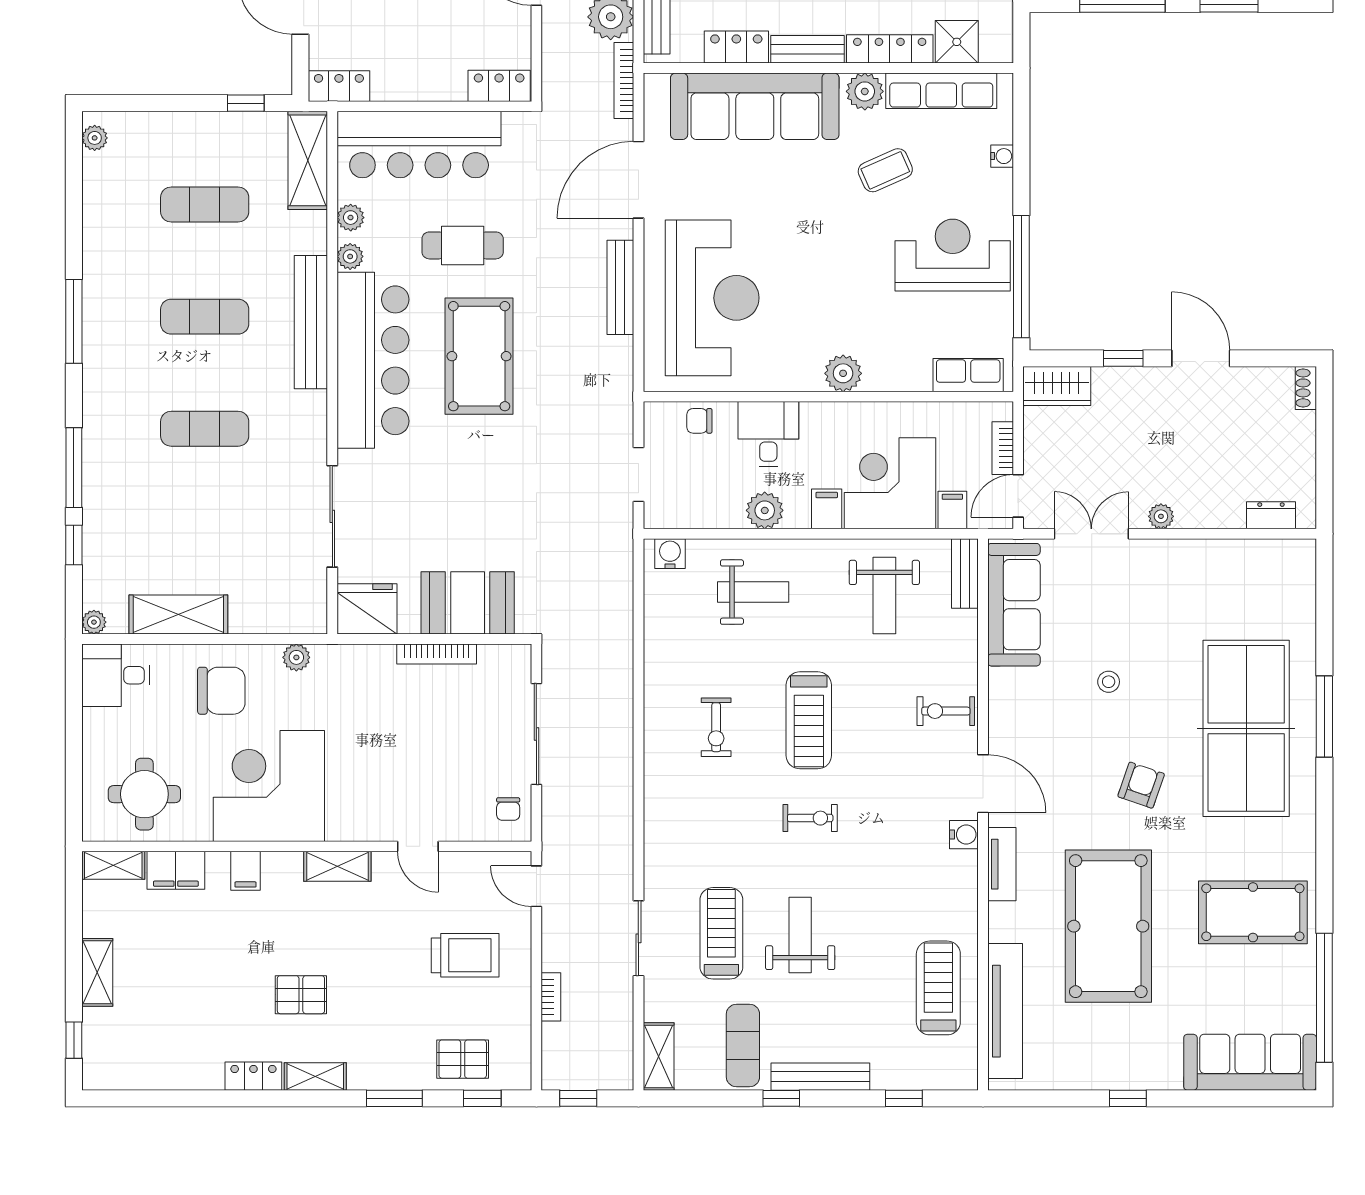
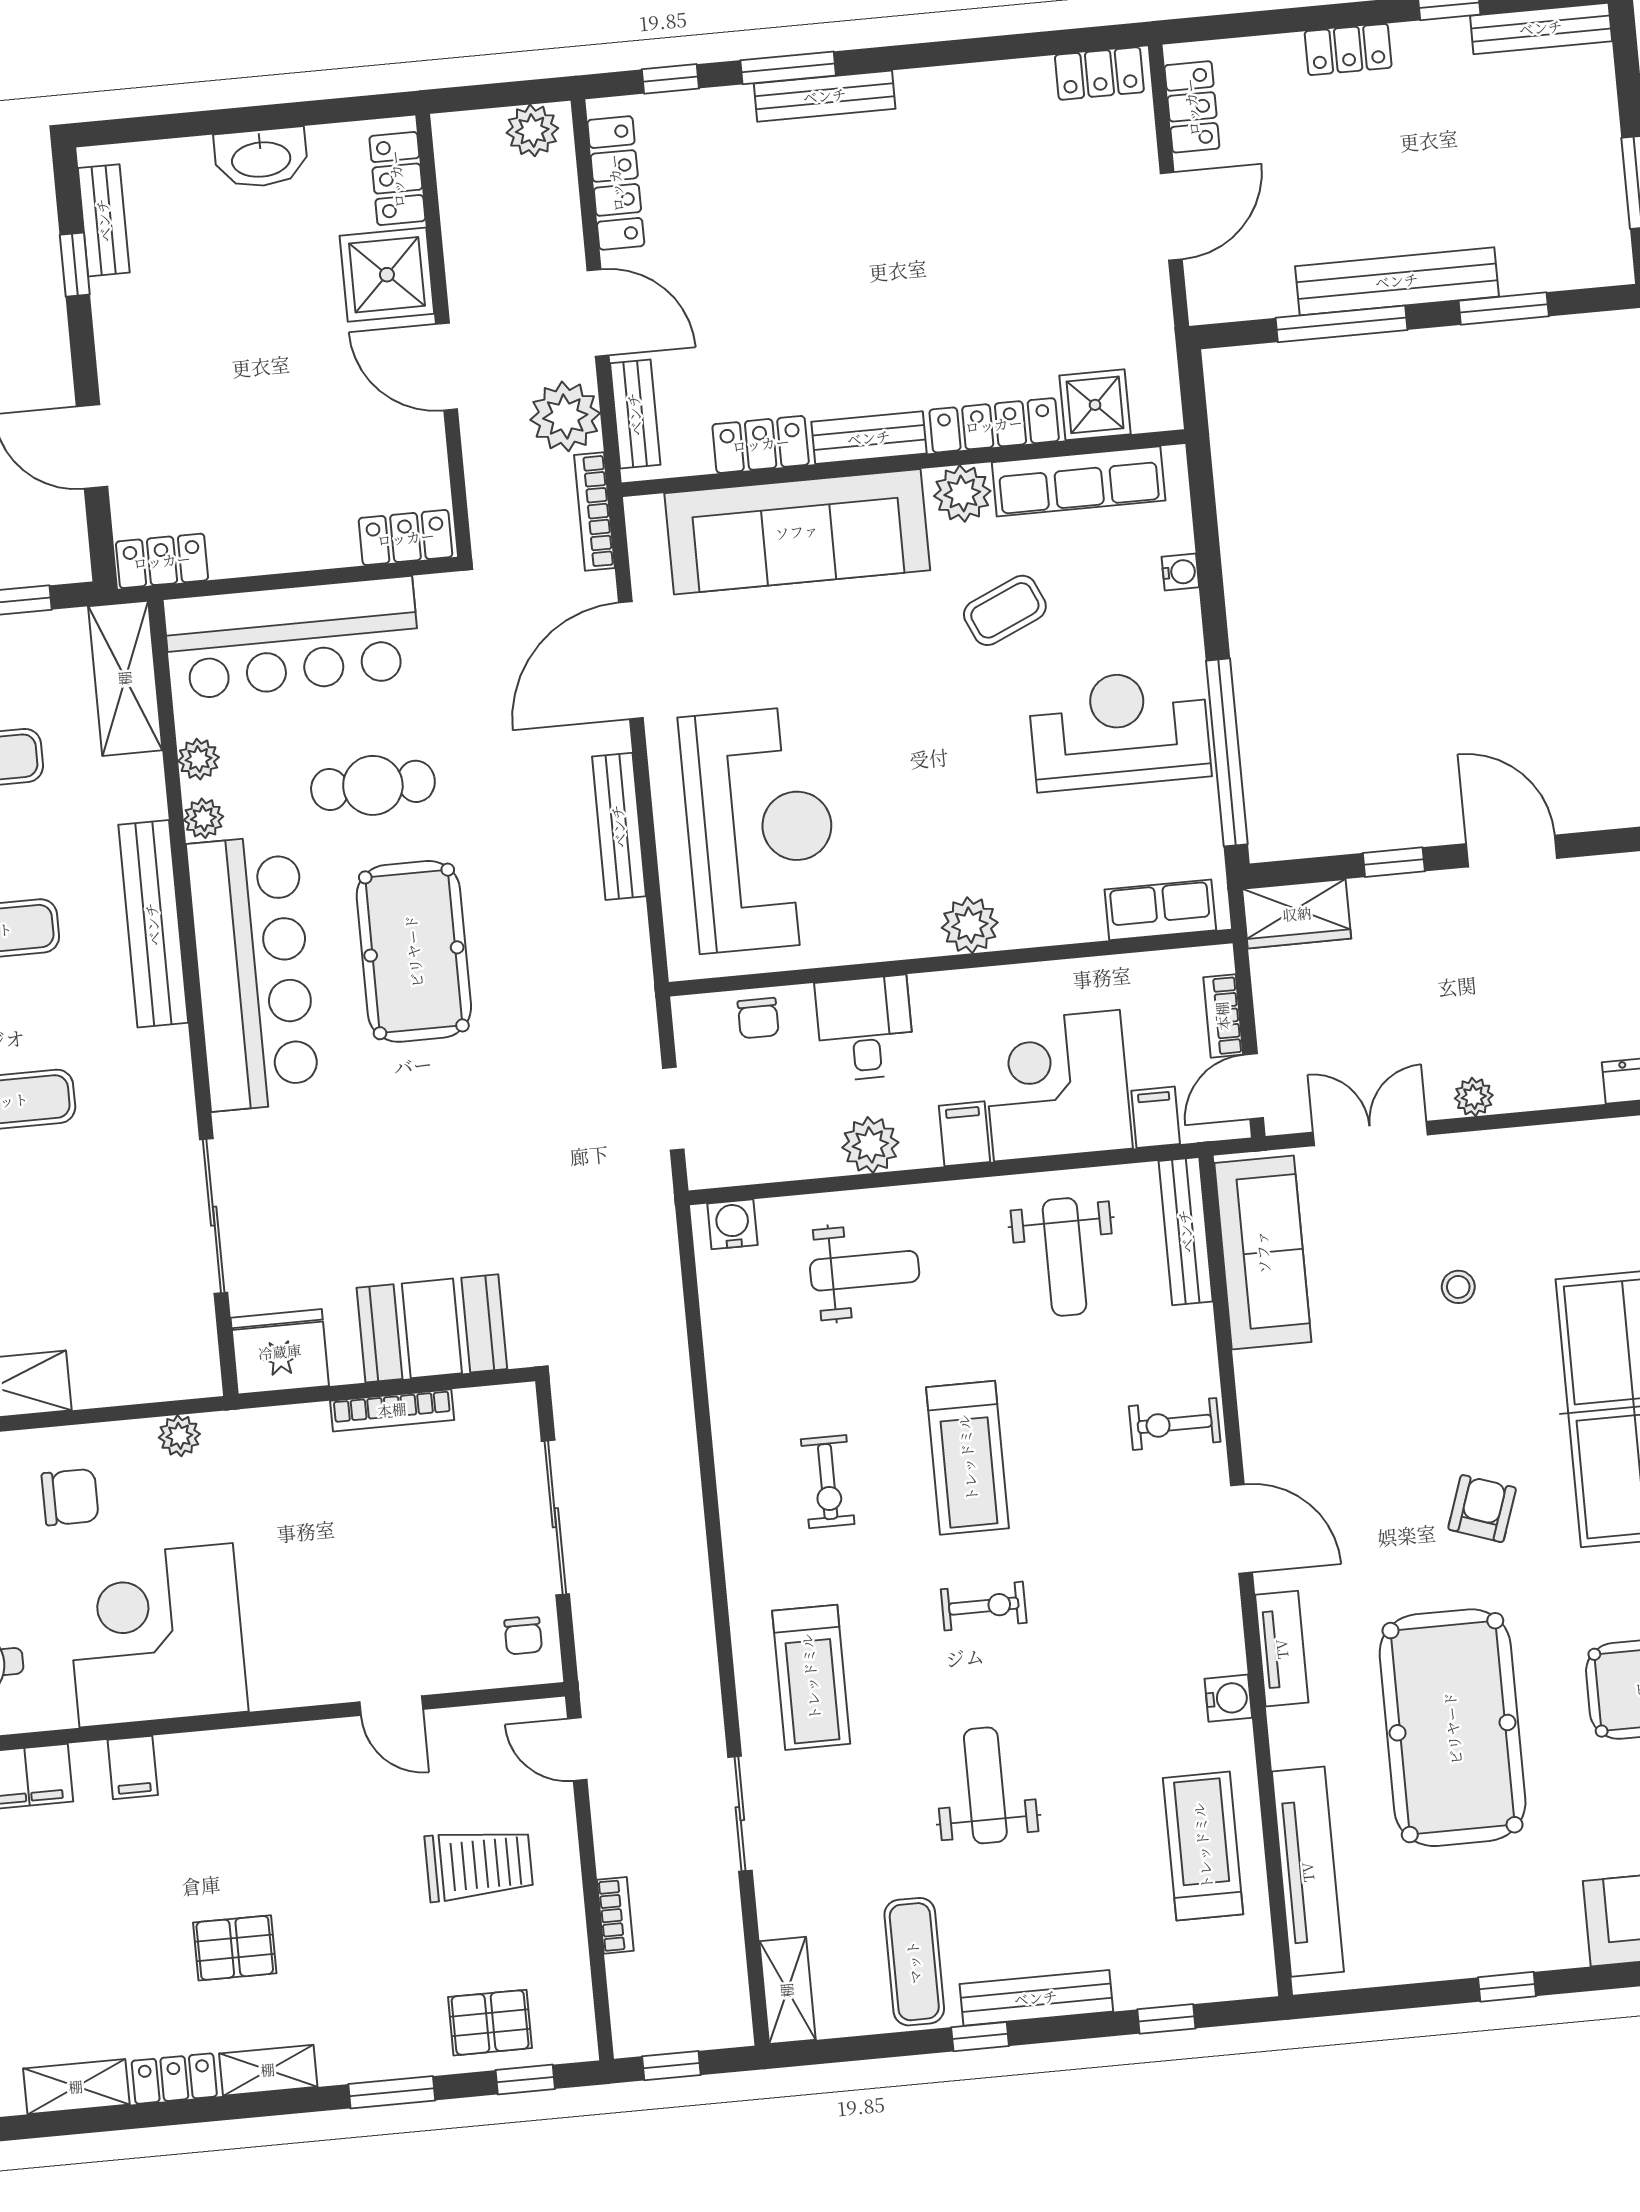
chair: (699, 421) -> (758, 1018), turned -90
bench: (965, 573) -> (1186, 1231), width x1.36
stool: (1109, 682) -> (1458, 1287), moved
chair: (221, 691) -> (70, 1497), width x0.73, depth x0.73
water cooler: (964, 835) -> (1228, 1698), moved
shelving: (337, 866) -> (76, 2087), moved
treadmill: (721, 933) -> (811, 1677), moved, turned 180

